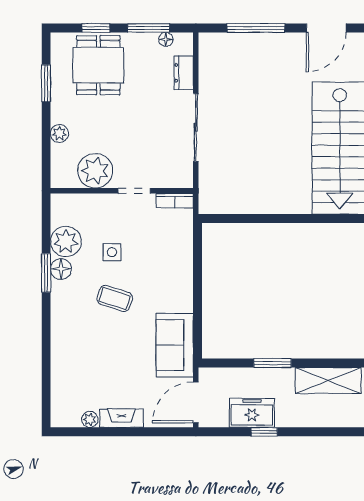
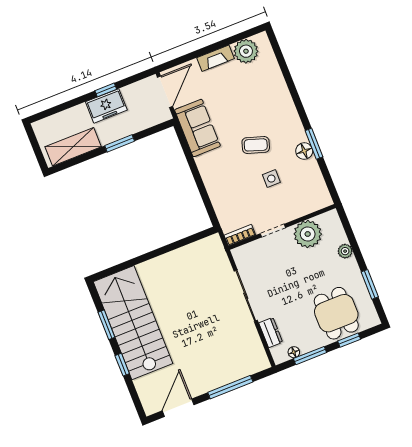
plant: (66, 241) -> (309, 173), removed
freezer: (252, 413) -> (106, 106), moved
plant: (90, 419) -> (246, 51), width x1.87, depth x1.87

